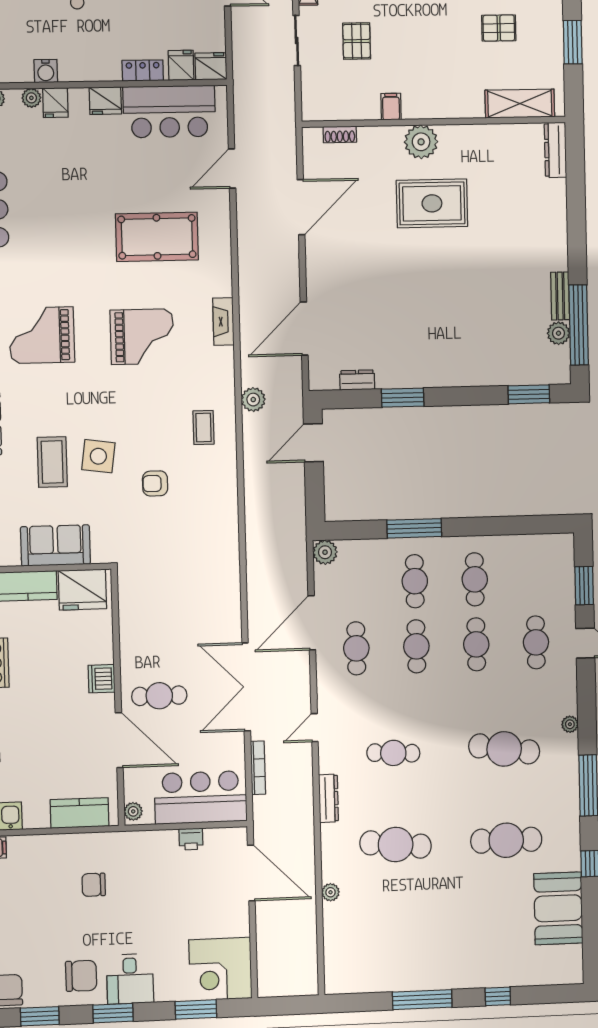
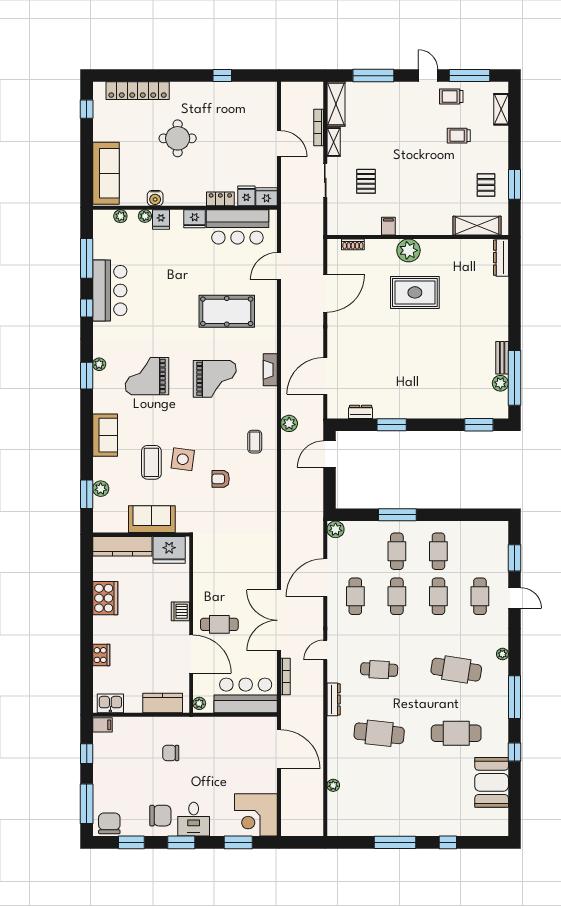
pallet: (499, 28) -> (486, 185), moved, turned 90
printer: (191, 839) -> (238, 724), removed
plant: (331, 892) -> (333, 785), moved

